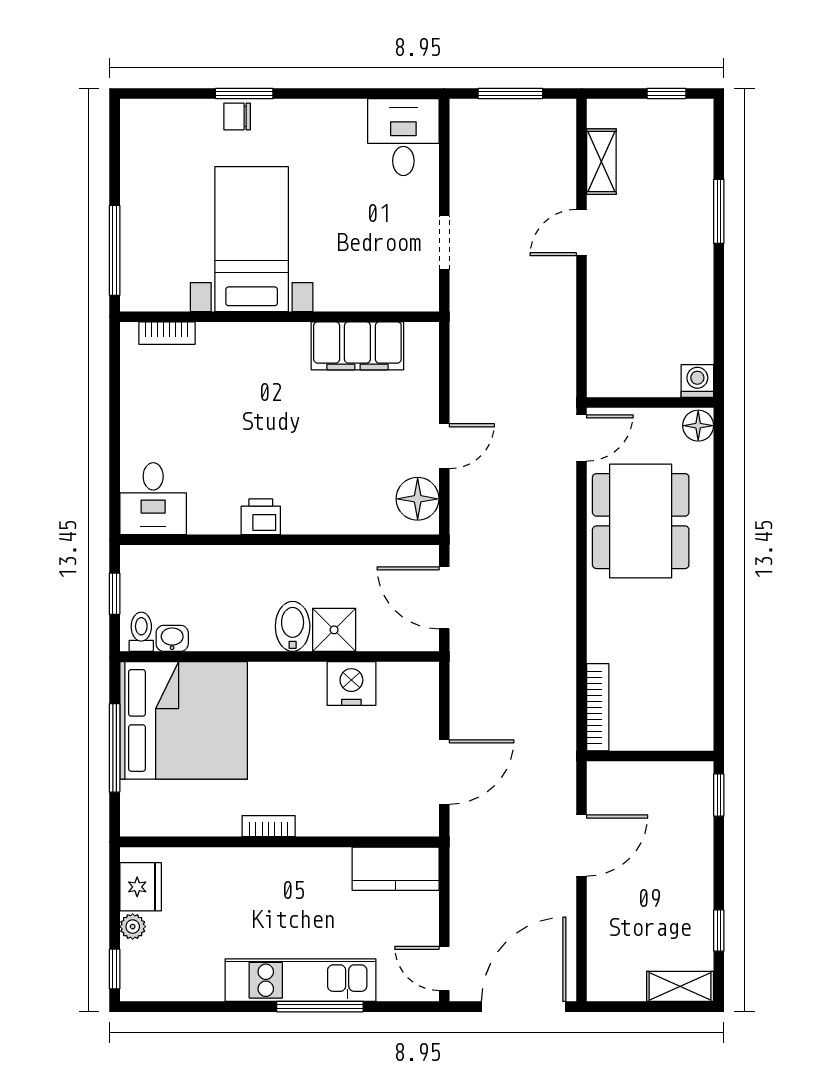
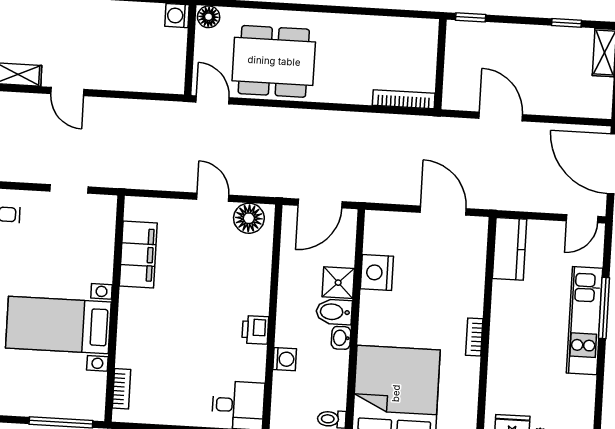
washing machine: (222, 561) -> (285, 359), added
washbasin: (172, 638) -> (341, 338), moved

